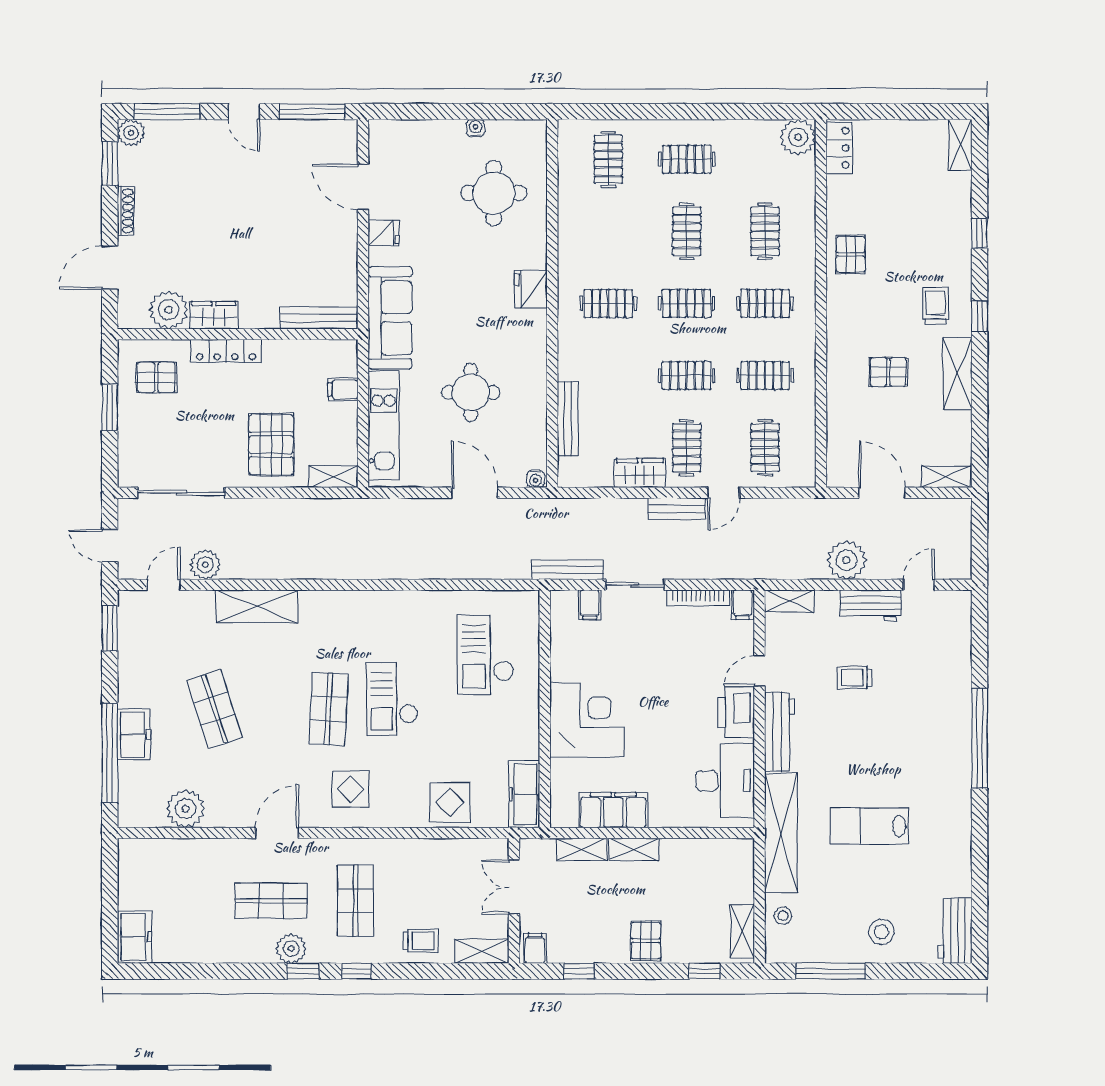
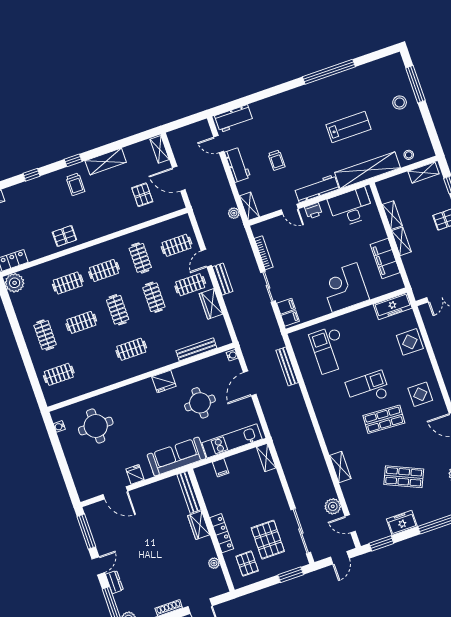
water cooler: (475, 128) -> (59, 426), moved
dresser: (205, 130) -> (114, 582), added
door: (363, 187) -> (115, 493), hinge flipped
fridge: (531, 289) -> (164, 381), moved
clothes rail: (608, 303) -> (131, 349), turned 90
clothes rail: (765, 303) -> (104, 270), turned 90
trolley: (936, 306) -> (75, 184), turned -90
plant: (169, 310) -> (214, 563), width x0.53, depth x0.53
wardrobe: (214, 315) -> (199, 525), moved
pallet: (888, 372) -> (142, 195), moved
window: (110, 408) -> (291, 575), moved
pallet: (271, 445) -> (268, 540), moved, turned 90
door: (724, 493) -> (206, 258), swing flipped
door: (882, 493) -> (179, 179), hinge flipped
plant: (846, 560) -> (234, 213), moved, width x0.53, depth x0.53
bench: (568, 570) -> (287, 366), moved
filing cabinet: (743, 605) -> (290, 318), moved
shelving: (257, 606) -> (340, 467), width x0.67, depth x0.75
checkout: (485, 655) -> (329, 350), turned 90
checkout: (392, 699) -> (368, 389), turned 180
shop shelf: (214, 709) -> (404, 477), turned 42
printer: (736, 712) -> (313, 211), width x0.53, depth x0.68
freezer: (134, 734) -> (402, 523), moved
window: (980, 738) -> (329, 72), moved
lab bench: (870, 826) -> (349, 127), turned -90
shelving: (582, 849) -> (392, 215), moved
workbench: (955, 931) -> (234, 118), moved
window: (831, 971) -> (415, 84), moved

